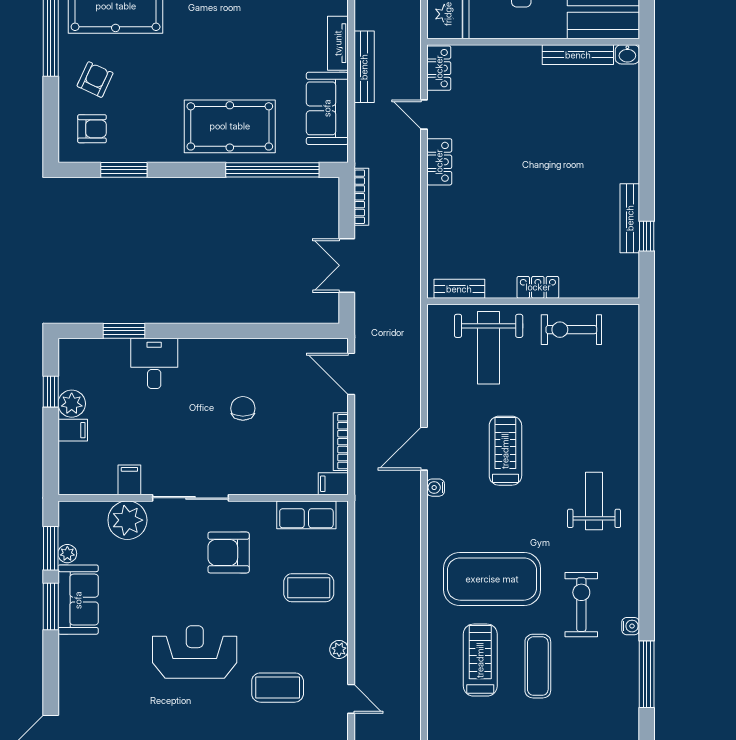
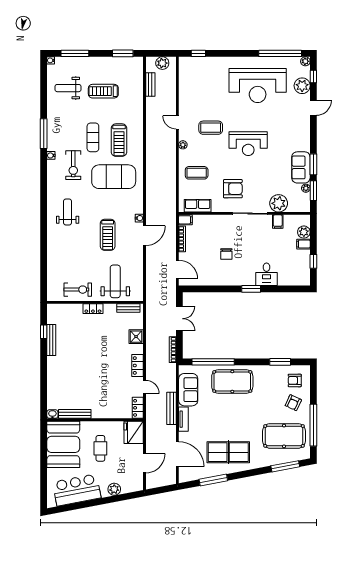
shower: (442, 226) -> (136, 337), added
window: (124, 331) -> (251, 289), moved
plant: (72, 404) -> (304, 232), moved
weight bench: (594, 501) -> (68, 212), turned 180

